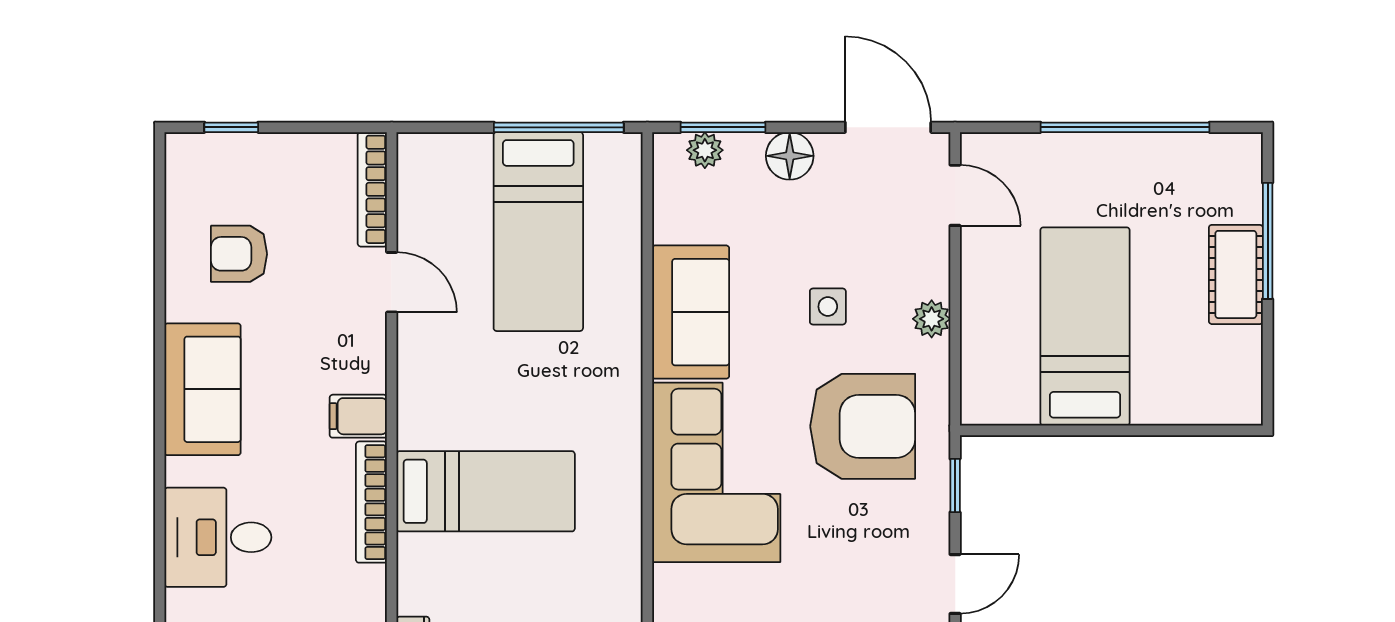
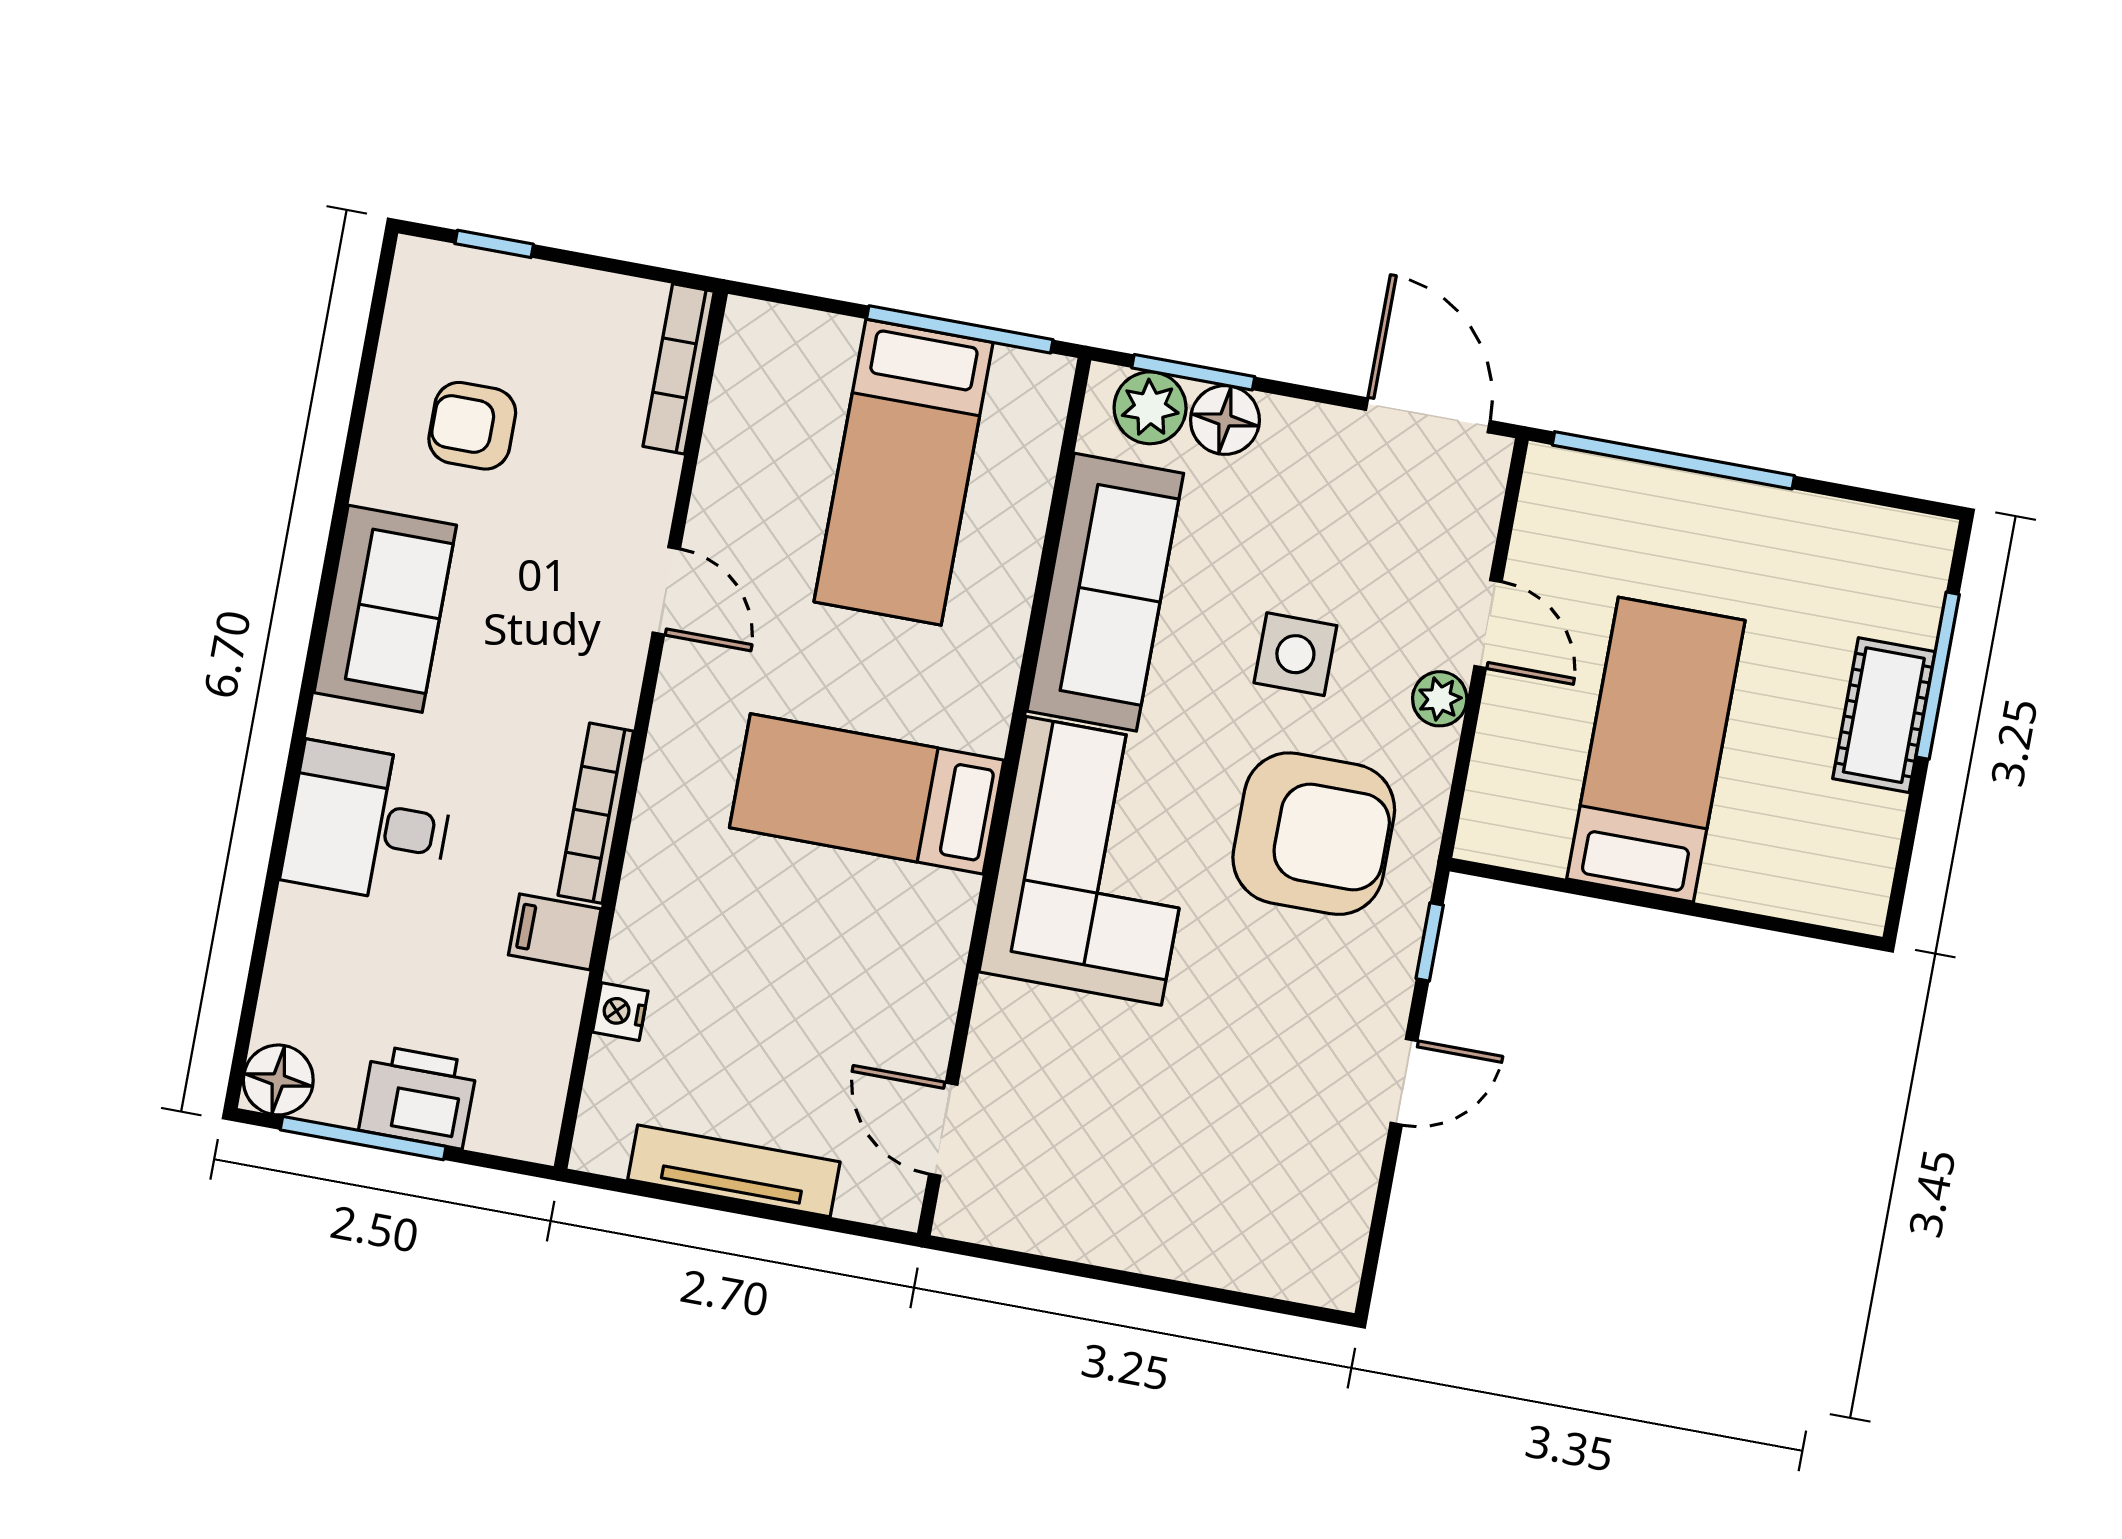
window: (1125, 127) -> (1673, 460), moved
plant: (705, 150) -> (1150, 408), width x1.38, depth x1.38
floor lamp: (790, 156) -> (1225, 420), moved
door: (955, 195) -> (1488, 624), moved
door: (392, 282) -> (666, 591), moved
side table: (828, 307) -> (1295, 654), width x1.37, depth x1.37
sofa: (691, 312) -> (1105, 592), width x1.36
filing cabinet: (358, 416) -> (555, 932), moved
bed: (486, 491) -> (867, 794), moved, turned 180

